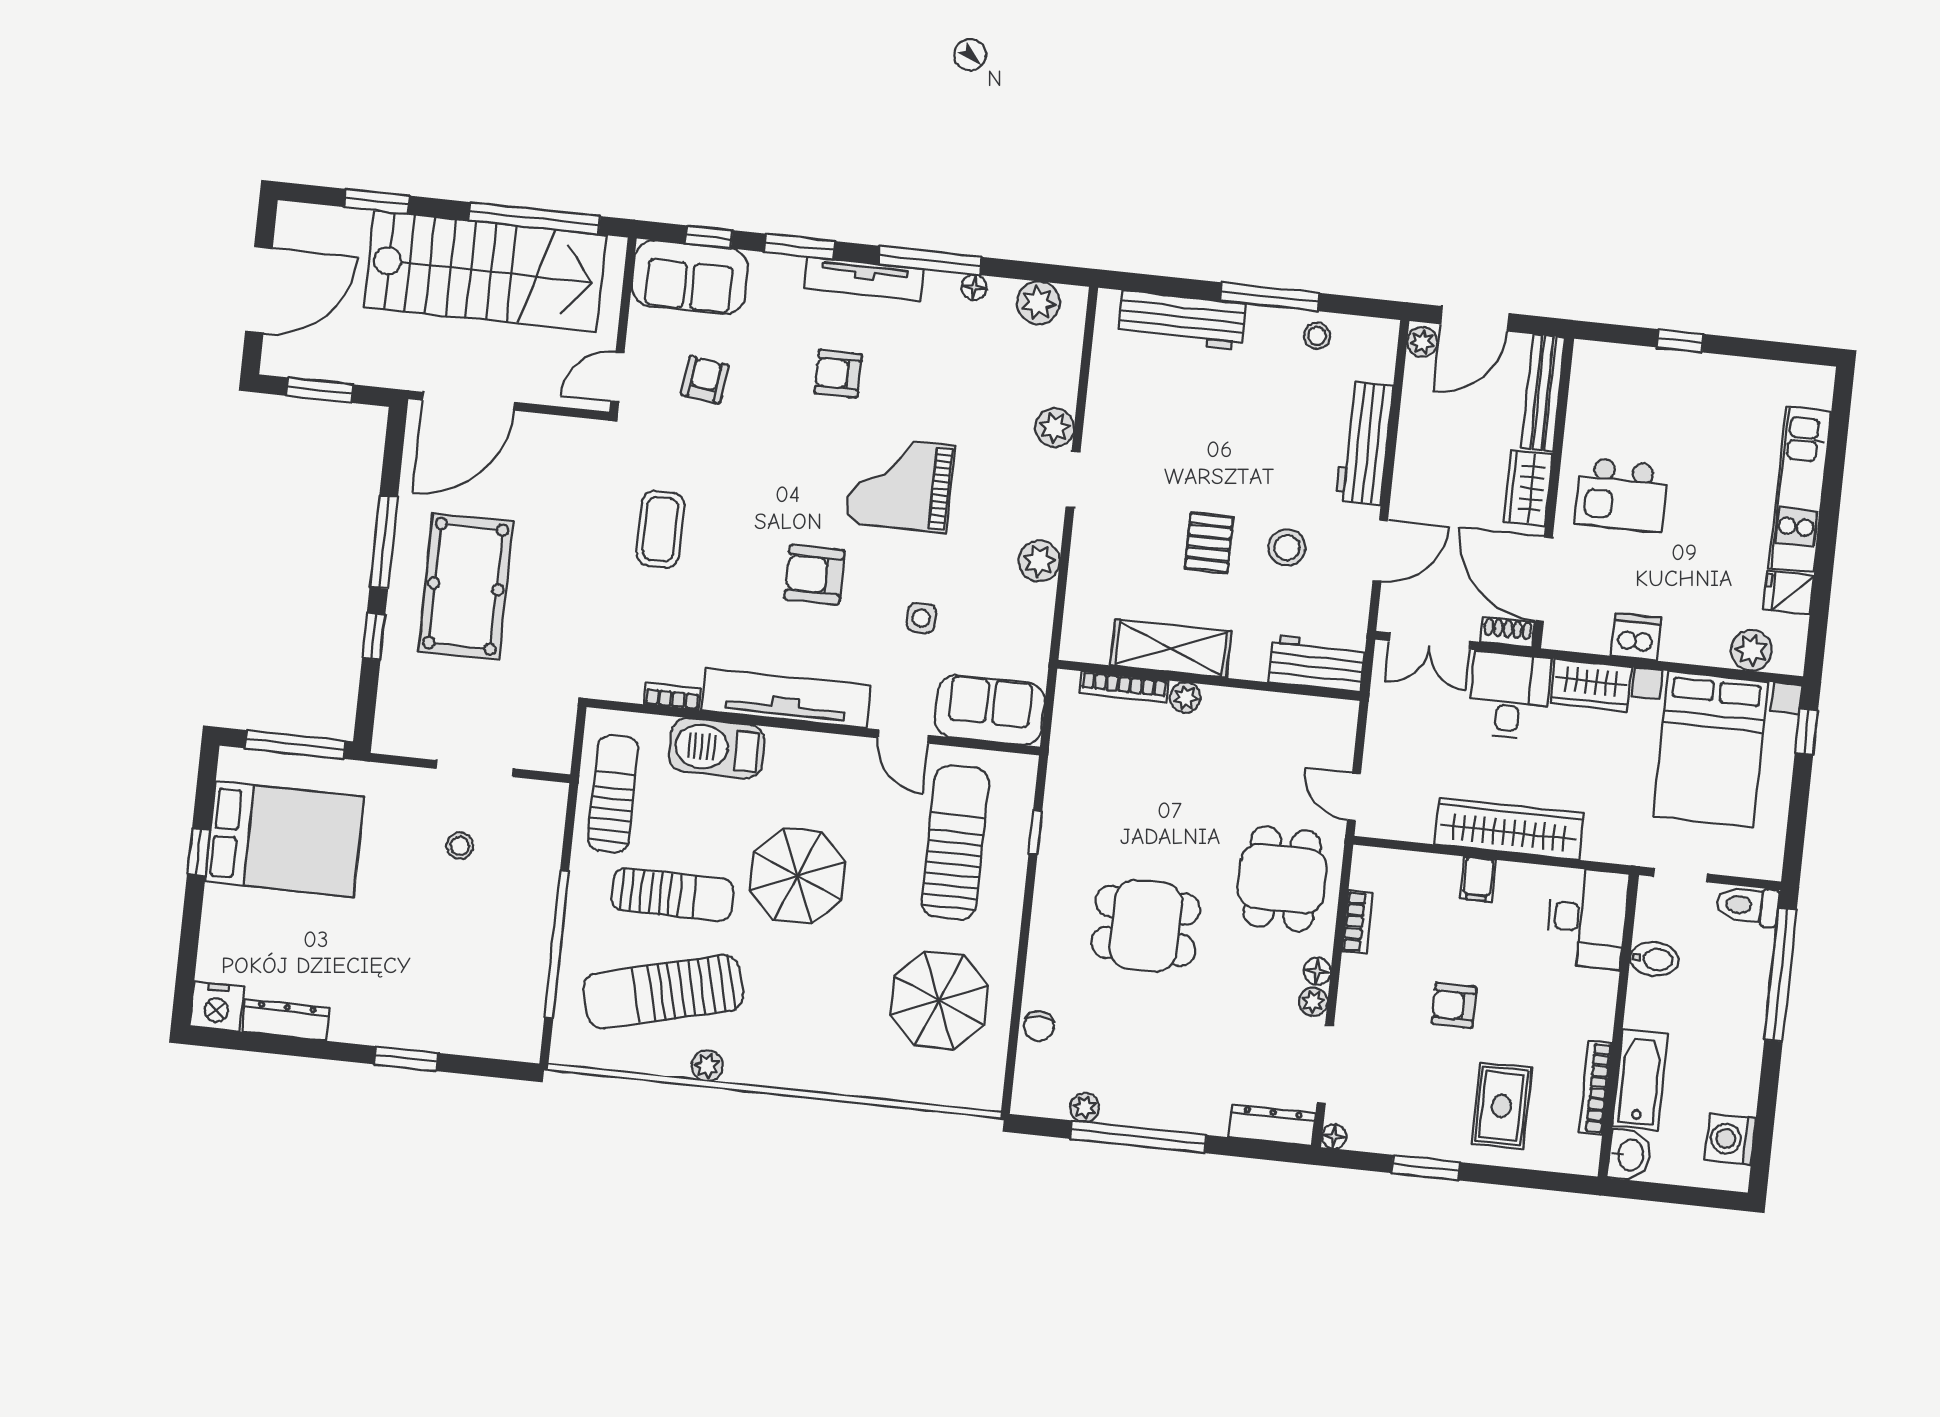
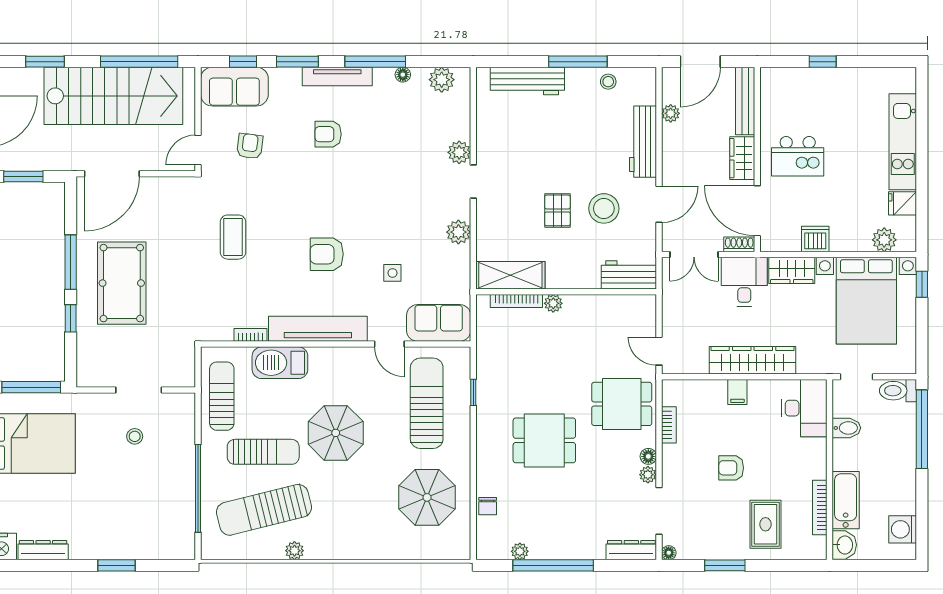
plant: (1422, 342) -> (671, 113), moved
grand piano: (900, 484) -> (372, 195), removed
stool: (1287, 548) -> (604, 208), width x1.38, depth x1.38
shelving: (1171, 648) -> (510, 275), moved
dining table: (1282, 879) -> (622, 404), turned 90

